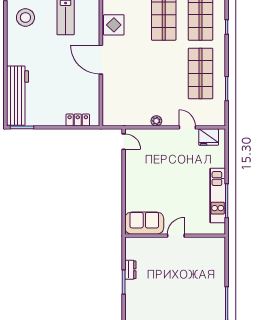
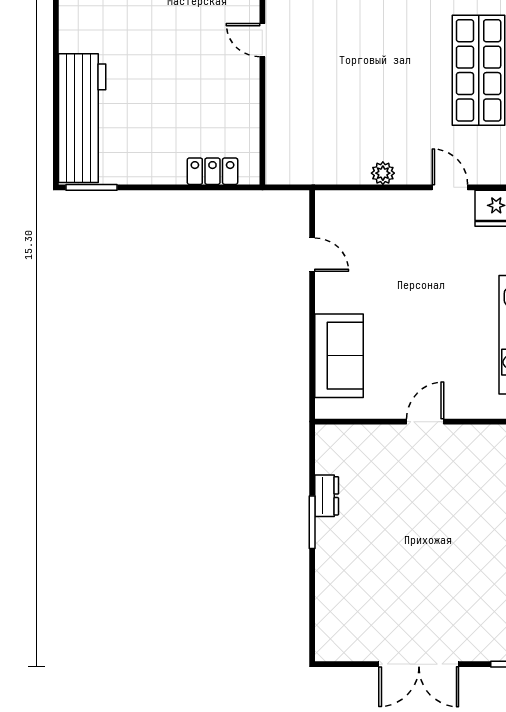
door: (101, 60) -> (262, 40), width x0.53
door: (124, 142) -> (312, 255), moved
sofa: (144, 223) -> (339, 356), moved, turned 90

